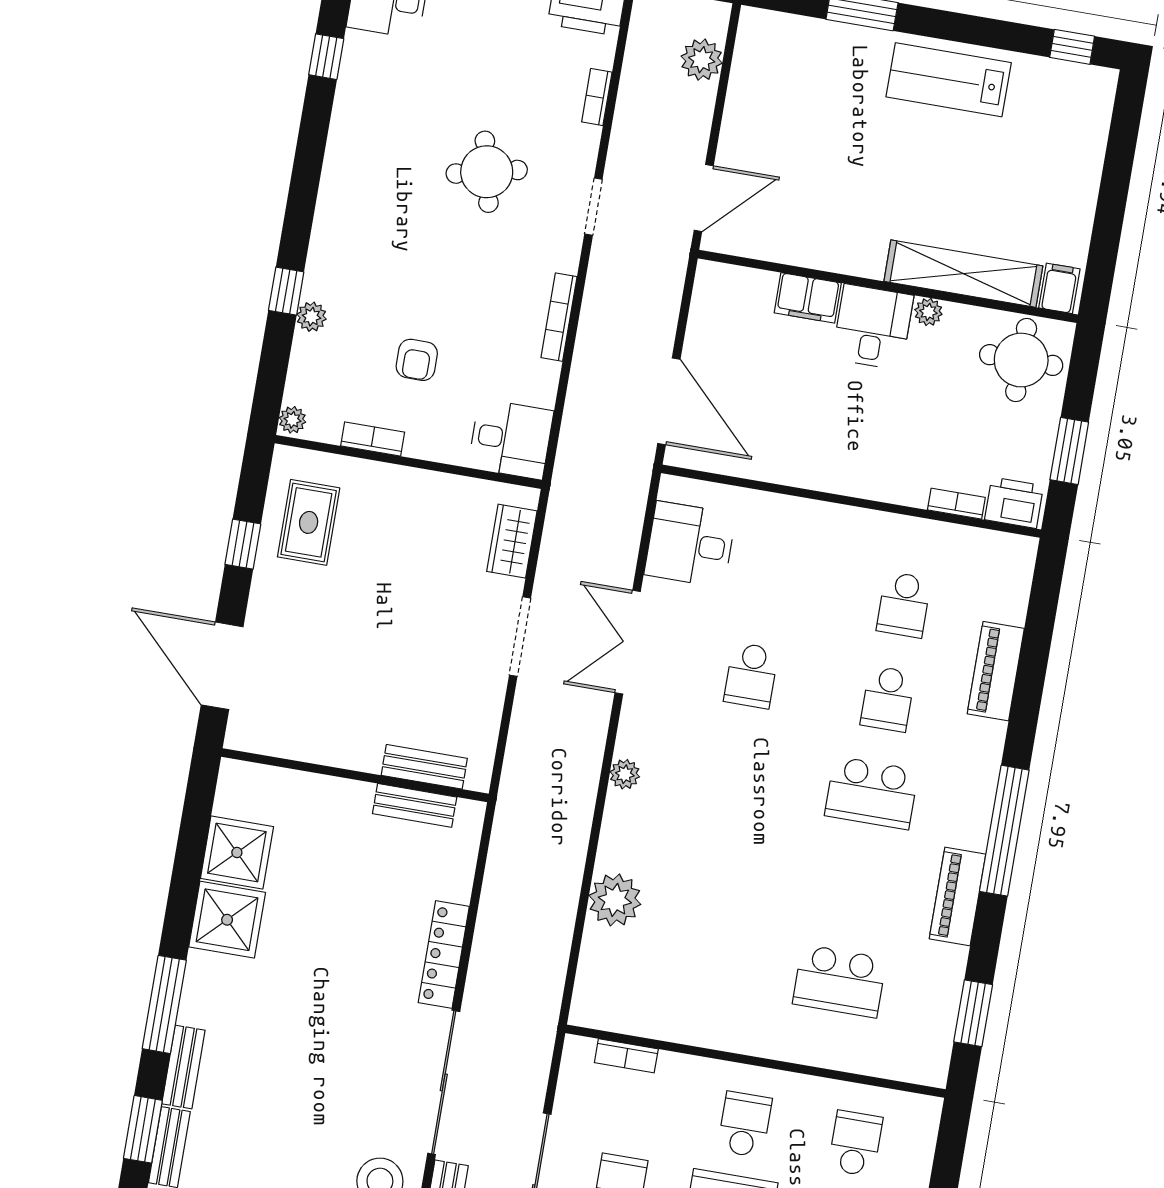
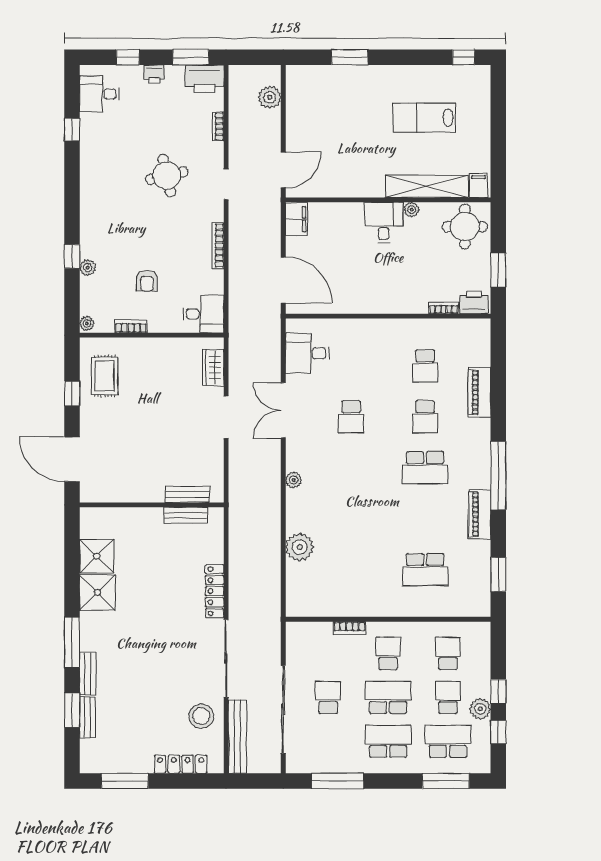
lab bench: (949, 80) -> (424, 118), moved
filing cabinet: (808, 298) -> (296, 219), moved, turned -90
bookcase: (626, 1056) -> (349, 628), moved

